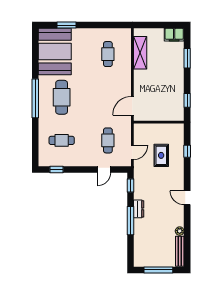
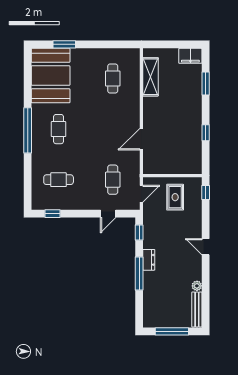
cafe table: (62, 97) -> (59, 129), width x0.73, depth x0.74
wall: (159, 122) -> (172, 176), moved

